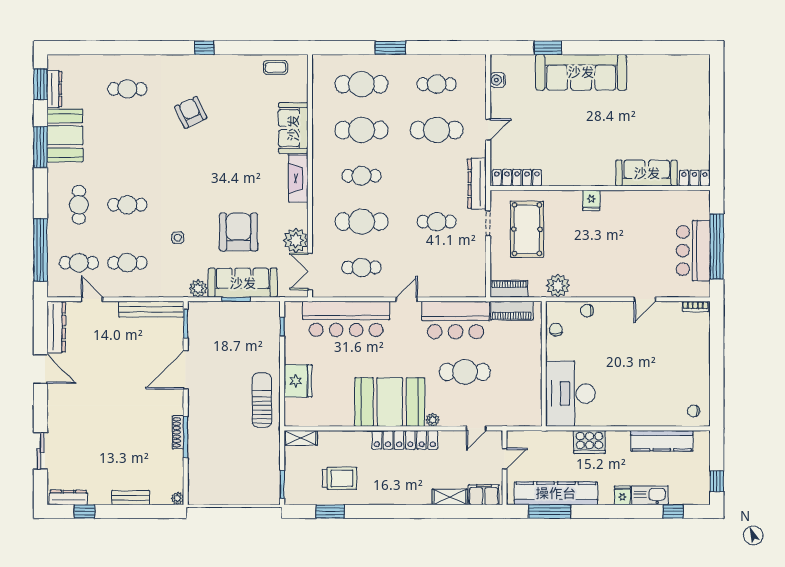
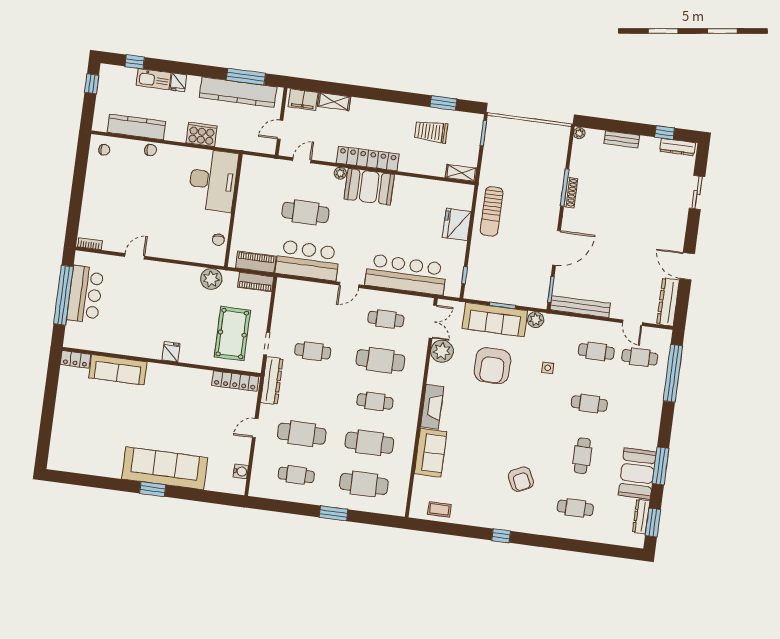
window: (548, 48) -> (153, 489), moved
cafe table: (79, 205) -> (582, 456), moved
chair: (587, 311) -> (150, 150), moved
booth: (390, 402) -> (369, 187), width x0.73, depth x0.70

